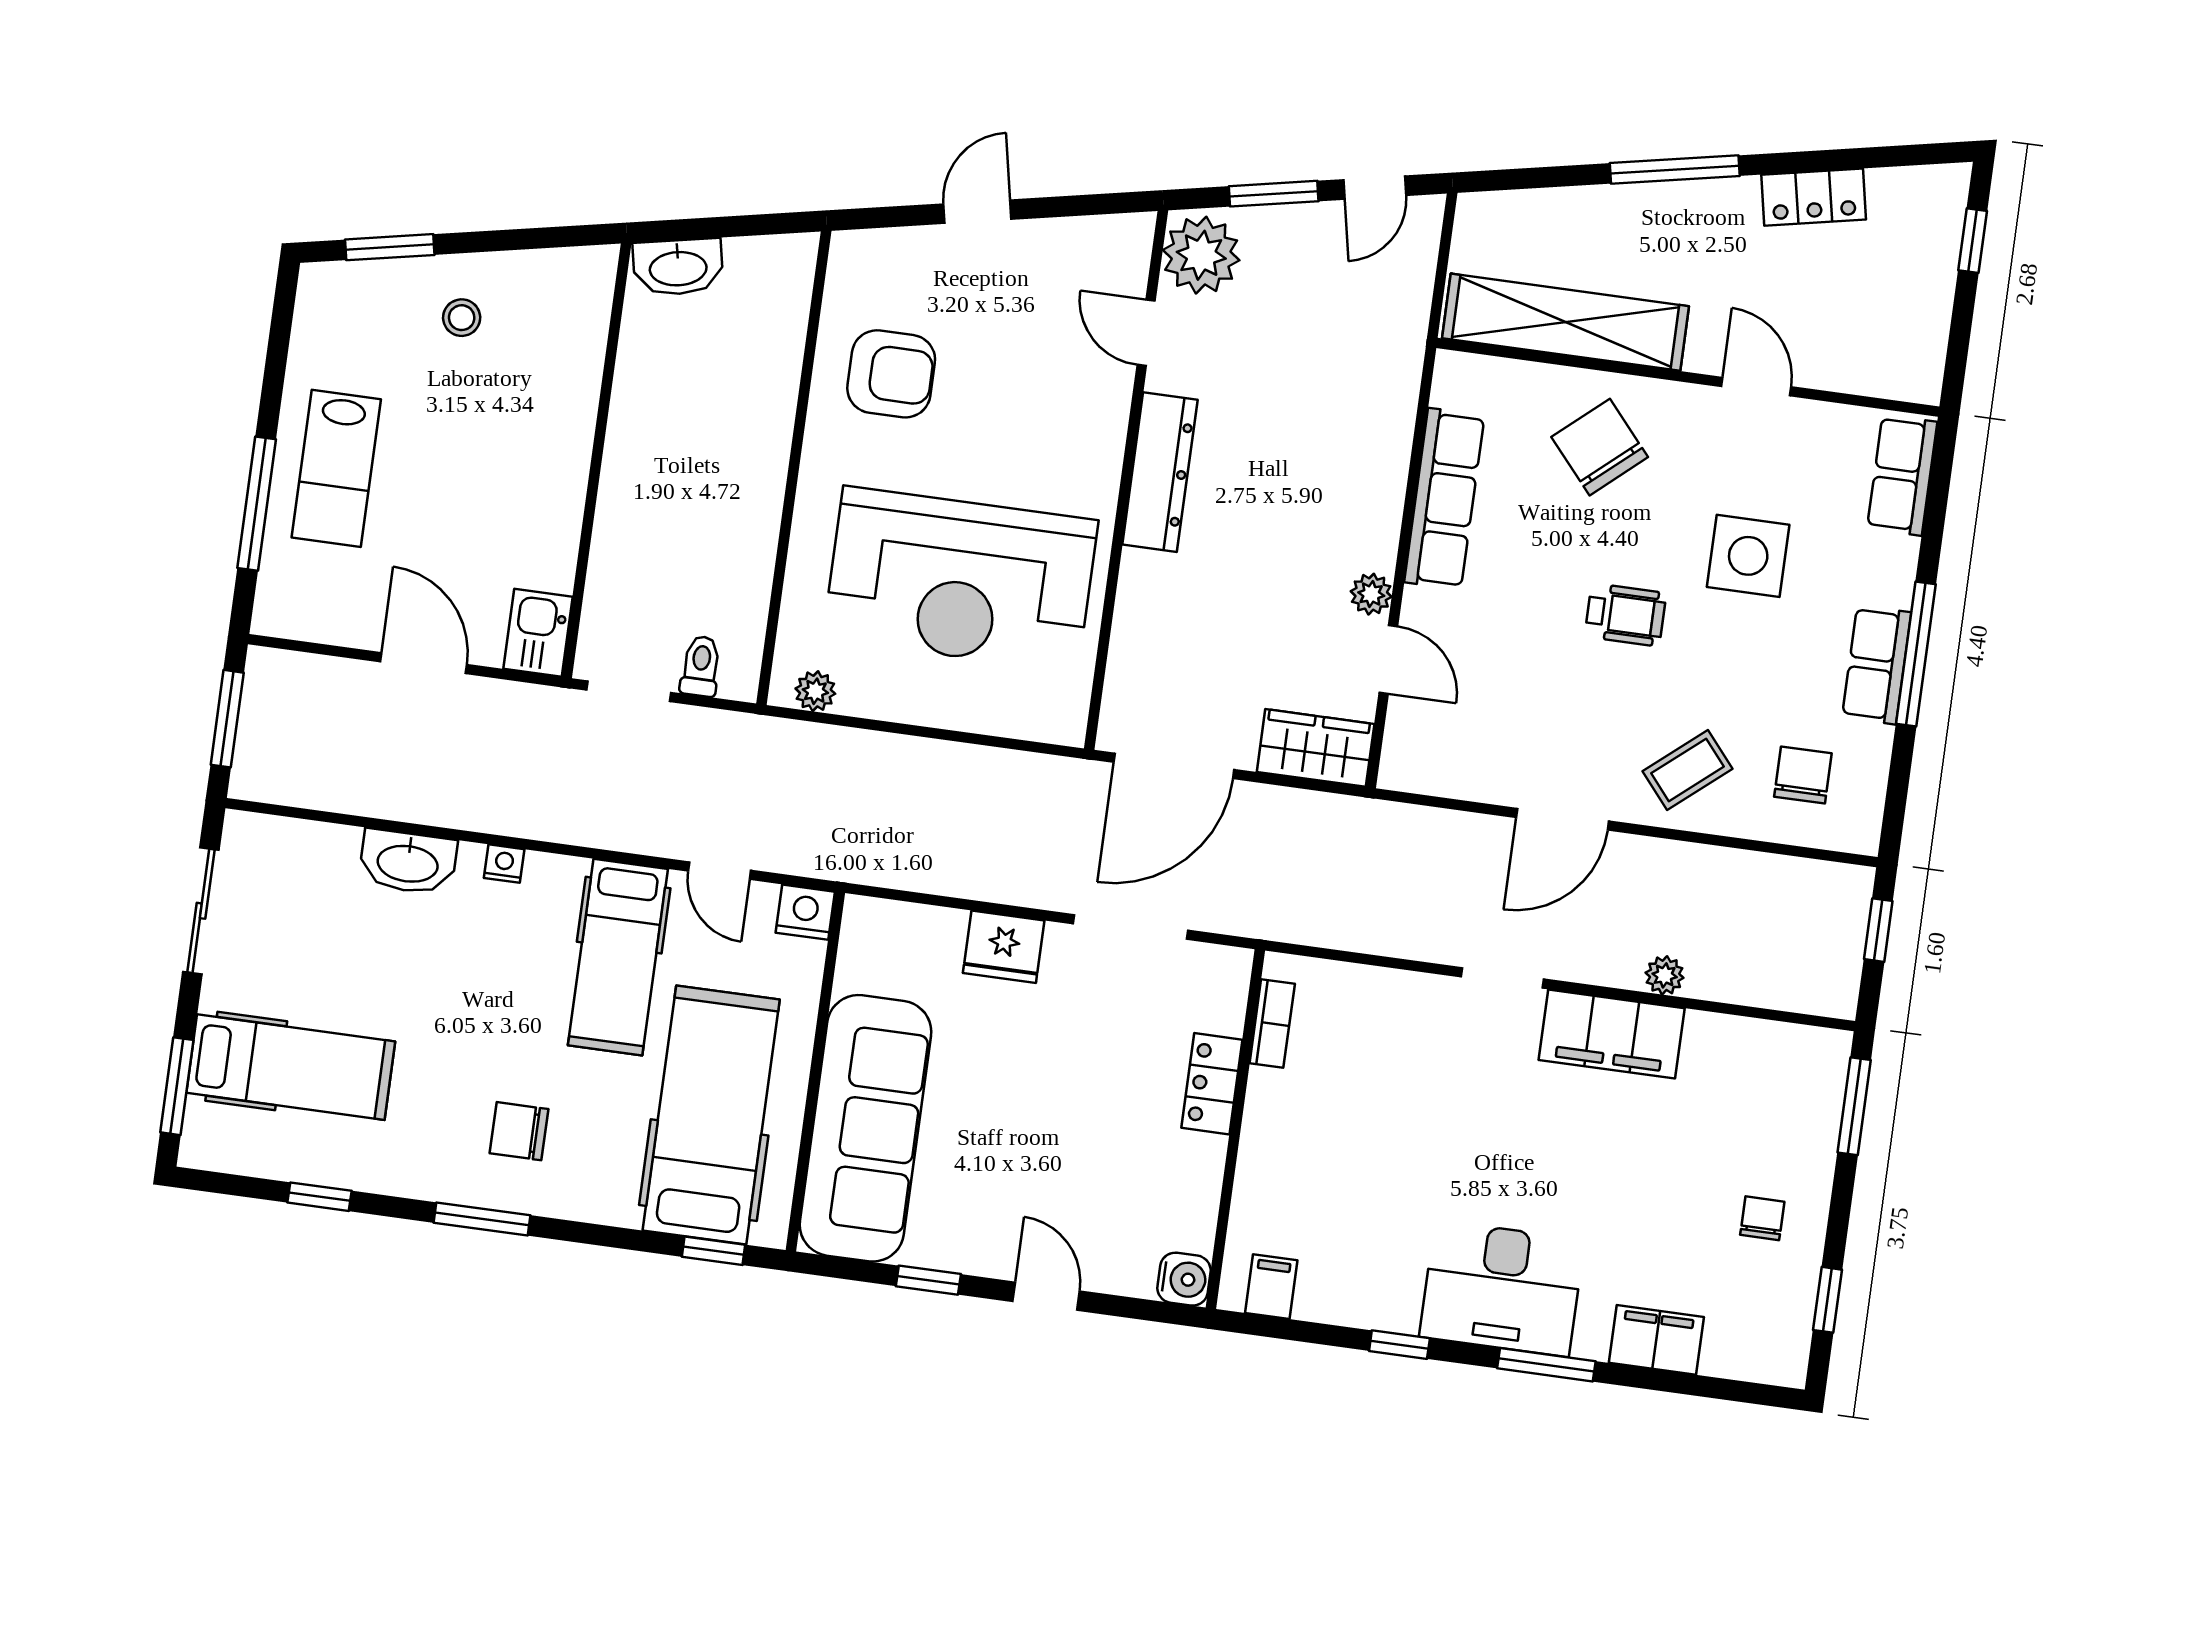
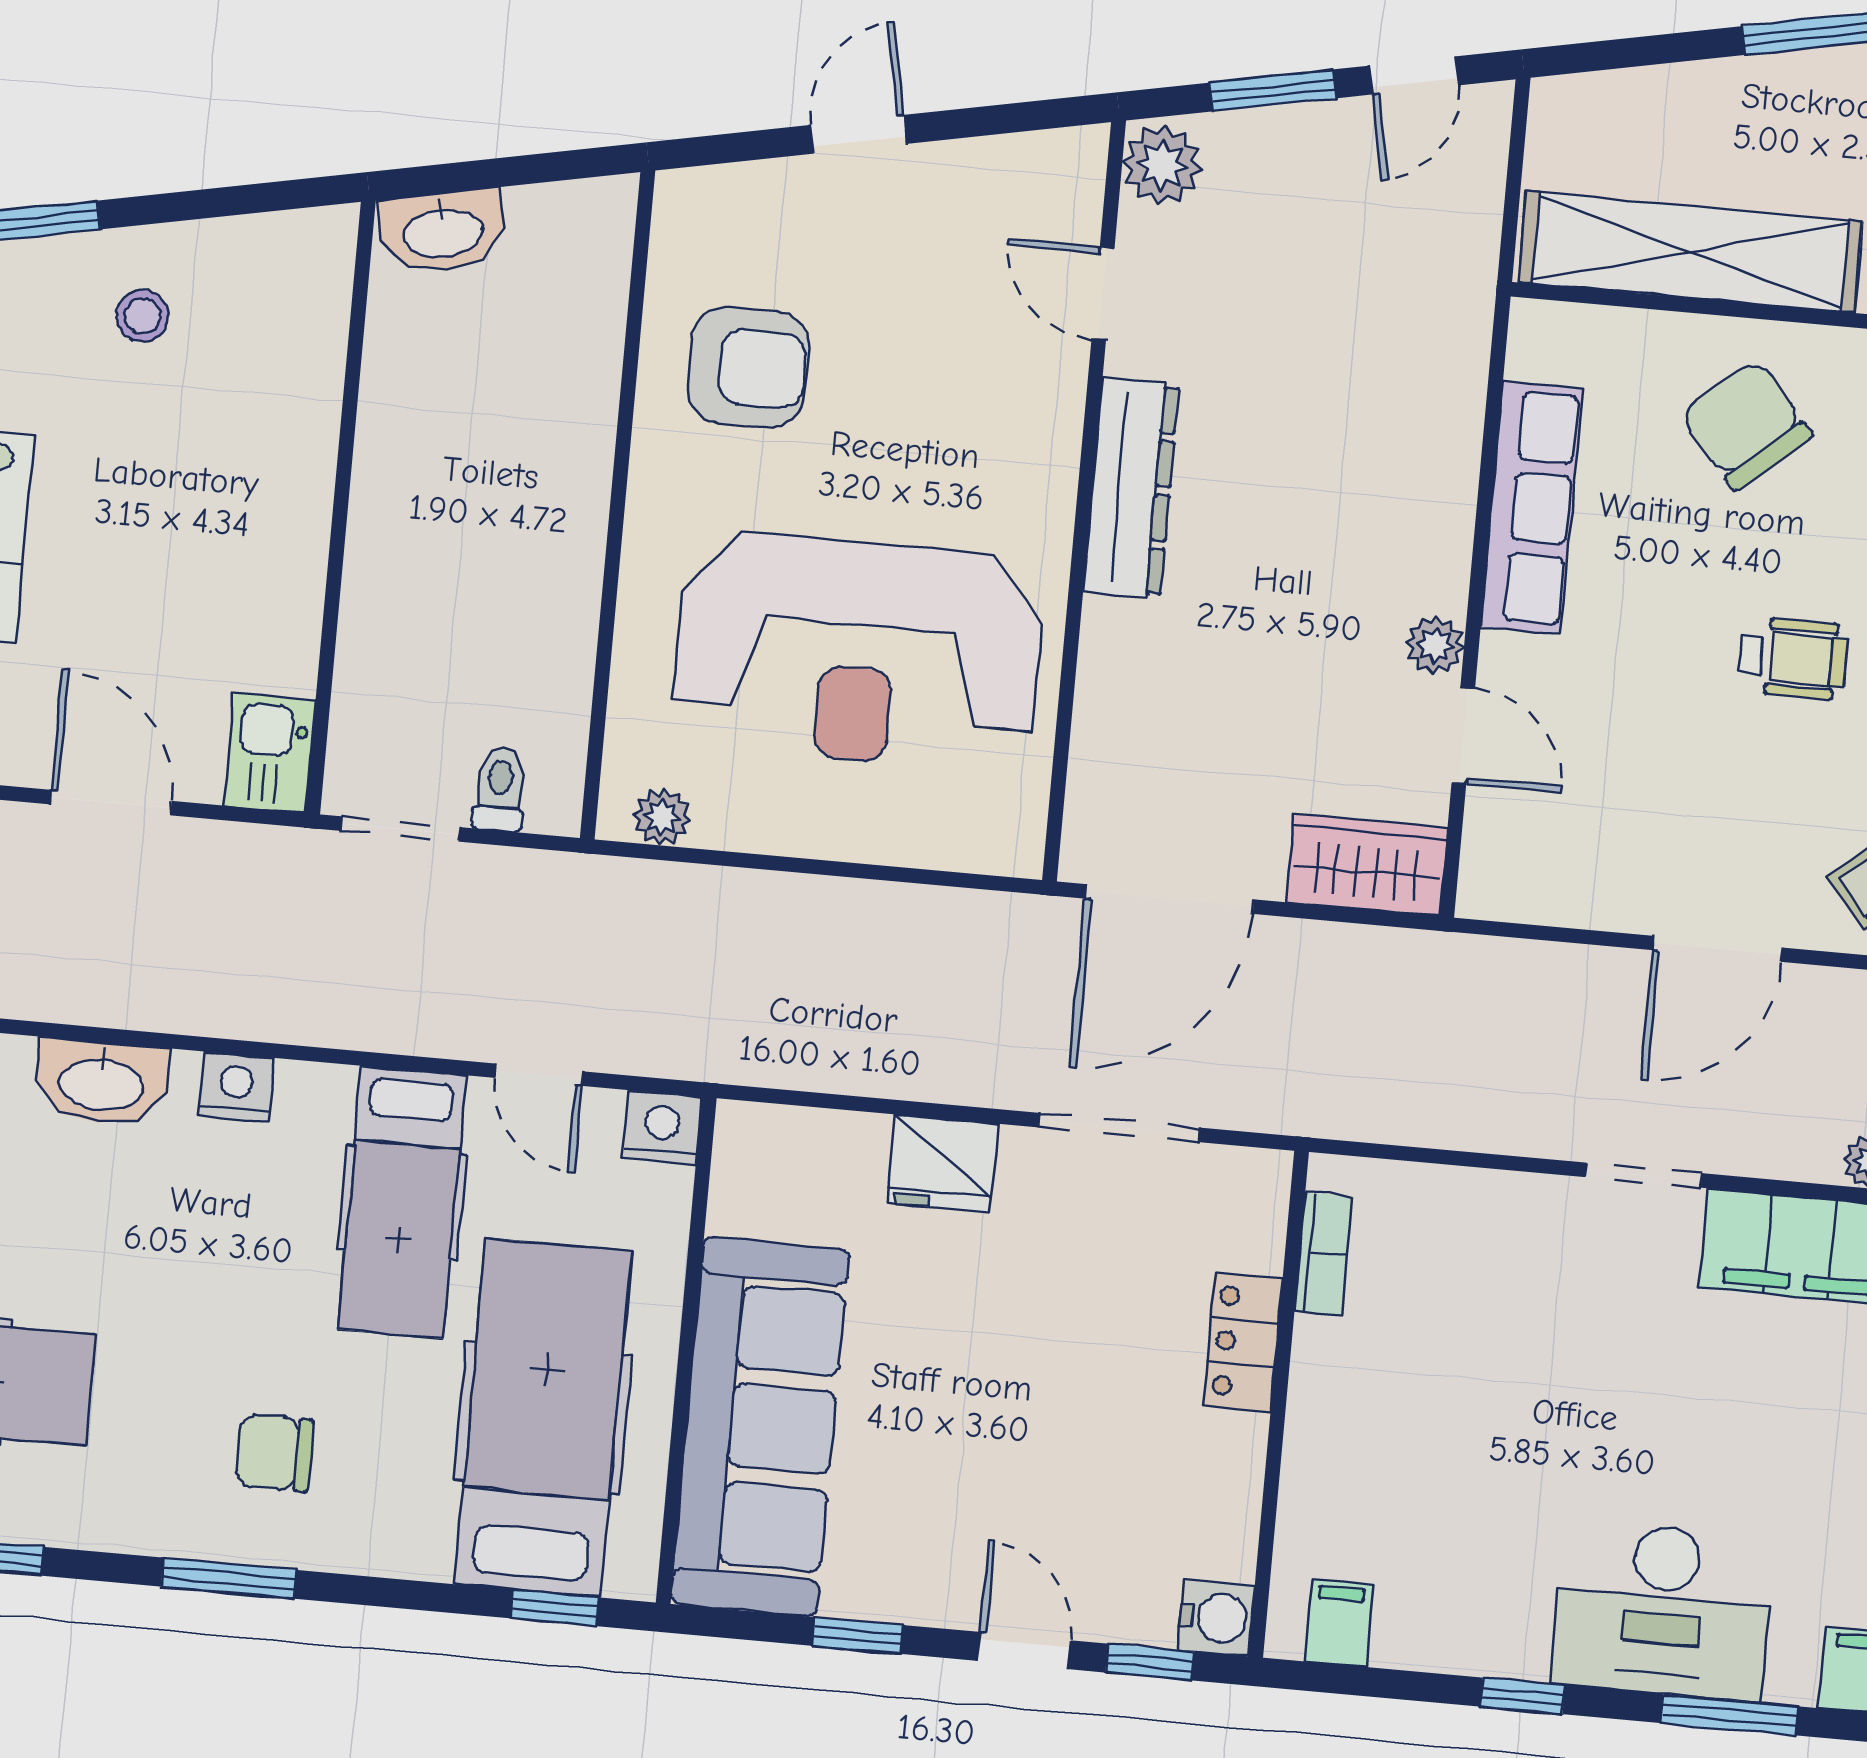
plant: (1201, 255) -> (1162, 165), width x0.73, depth x0.73
nightstand: (504, 864) -> (236, 1087), width x1.39, depth x1.35
window: (1135, 1308) -> (1150, 1662), added

